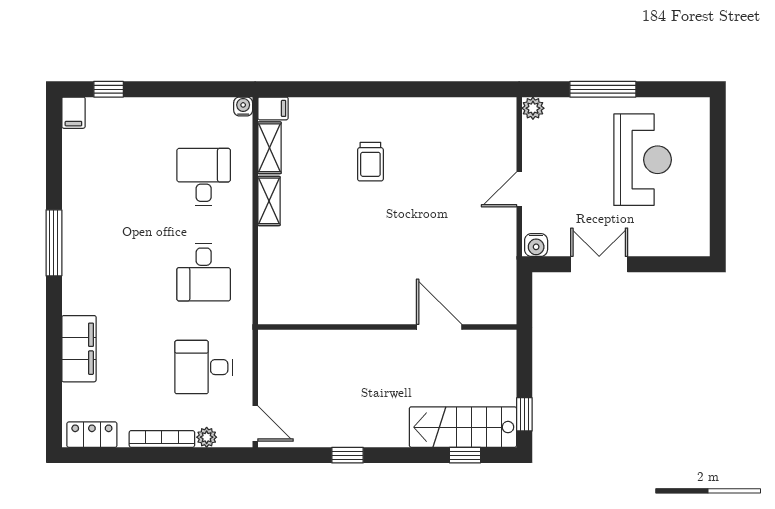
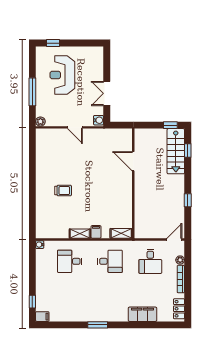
filing cabinet: (273, 108) -> (96, 232), moved
window: (718, 138) -> (53, 43), added
shelving: (269, 148) -> (121, 233), moved
reception desk: (643, 160) -> (62, 75), turned -90
window: (54, 243) -> (98, 325), width x0.69
door: (439, 327) -> (133, 161), hinge flipped

